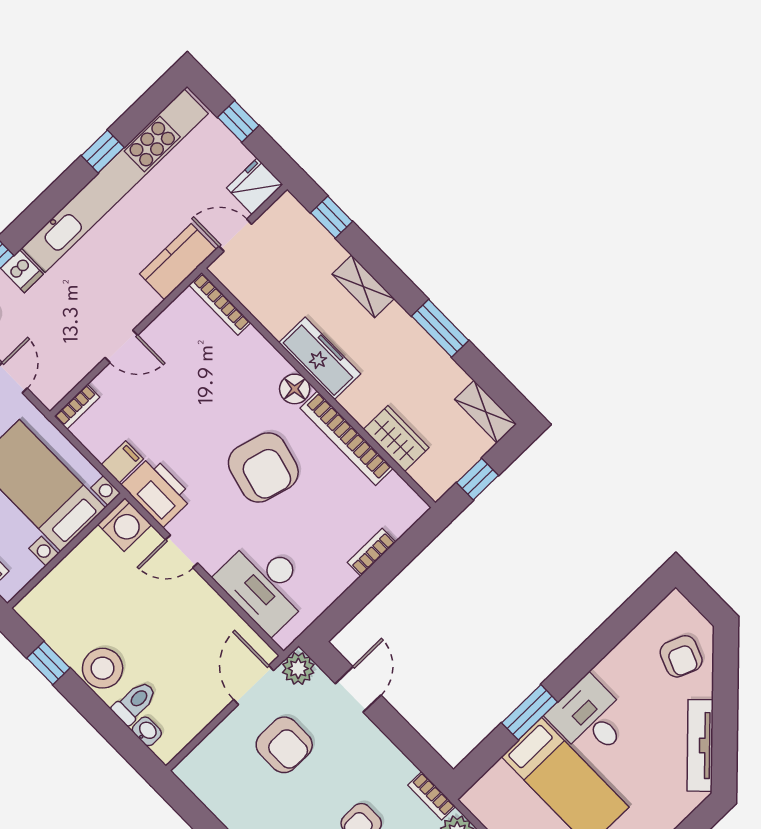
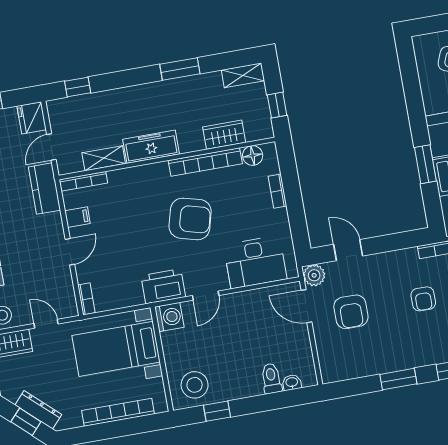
shelving: (363, 286) -> (104, 158), moved
floor lamp: (295, 389) -> (253, 156), moved
filing cabinet: (122, 462) -> (77, 217), moved, turned 90
stool: (103, 668) -> (195, 385), moved
armchair: (284, 745) -> (351, 312), turned 90

